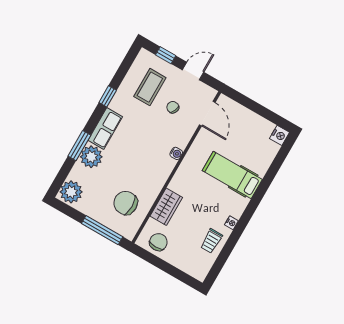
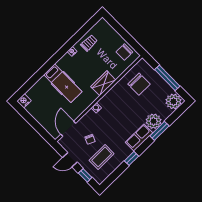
wardrobe: (166, 207) -> (103, 83), moved
window: (102, 230) -> (167, 78), moved

